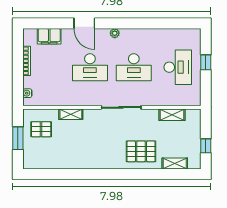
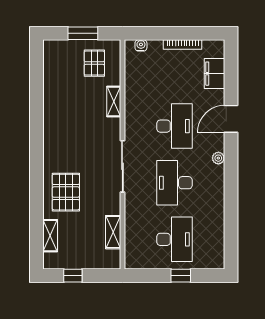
desk: (90, 67) -> (174, 126), turned 180
desk: (178, 67) -> (174, 239), turned -90

